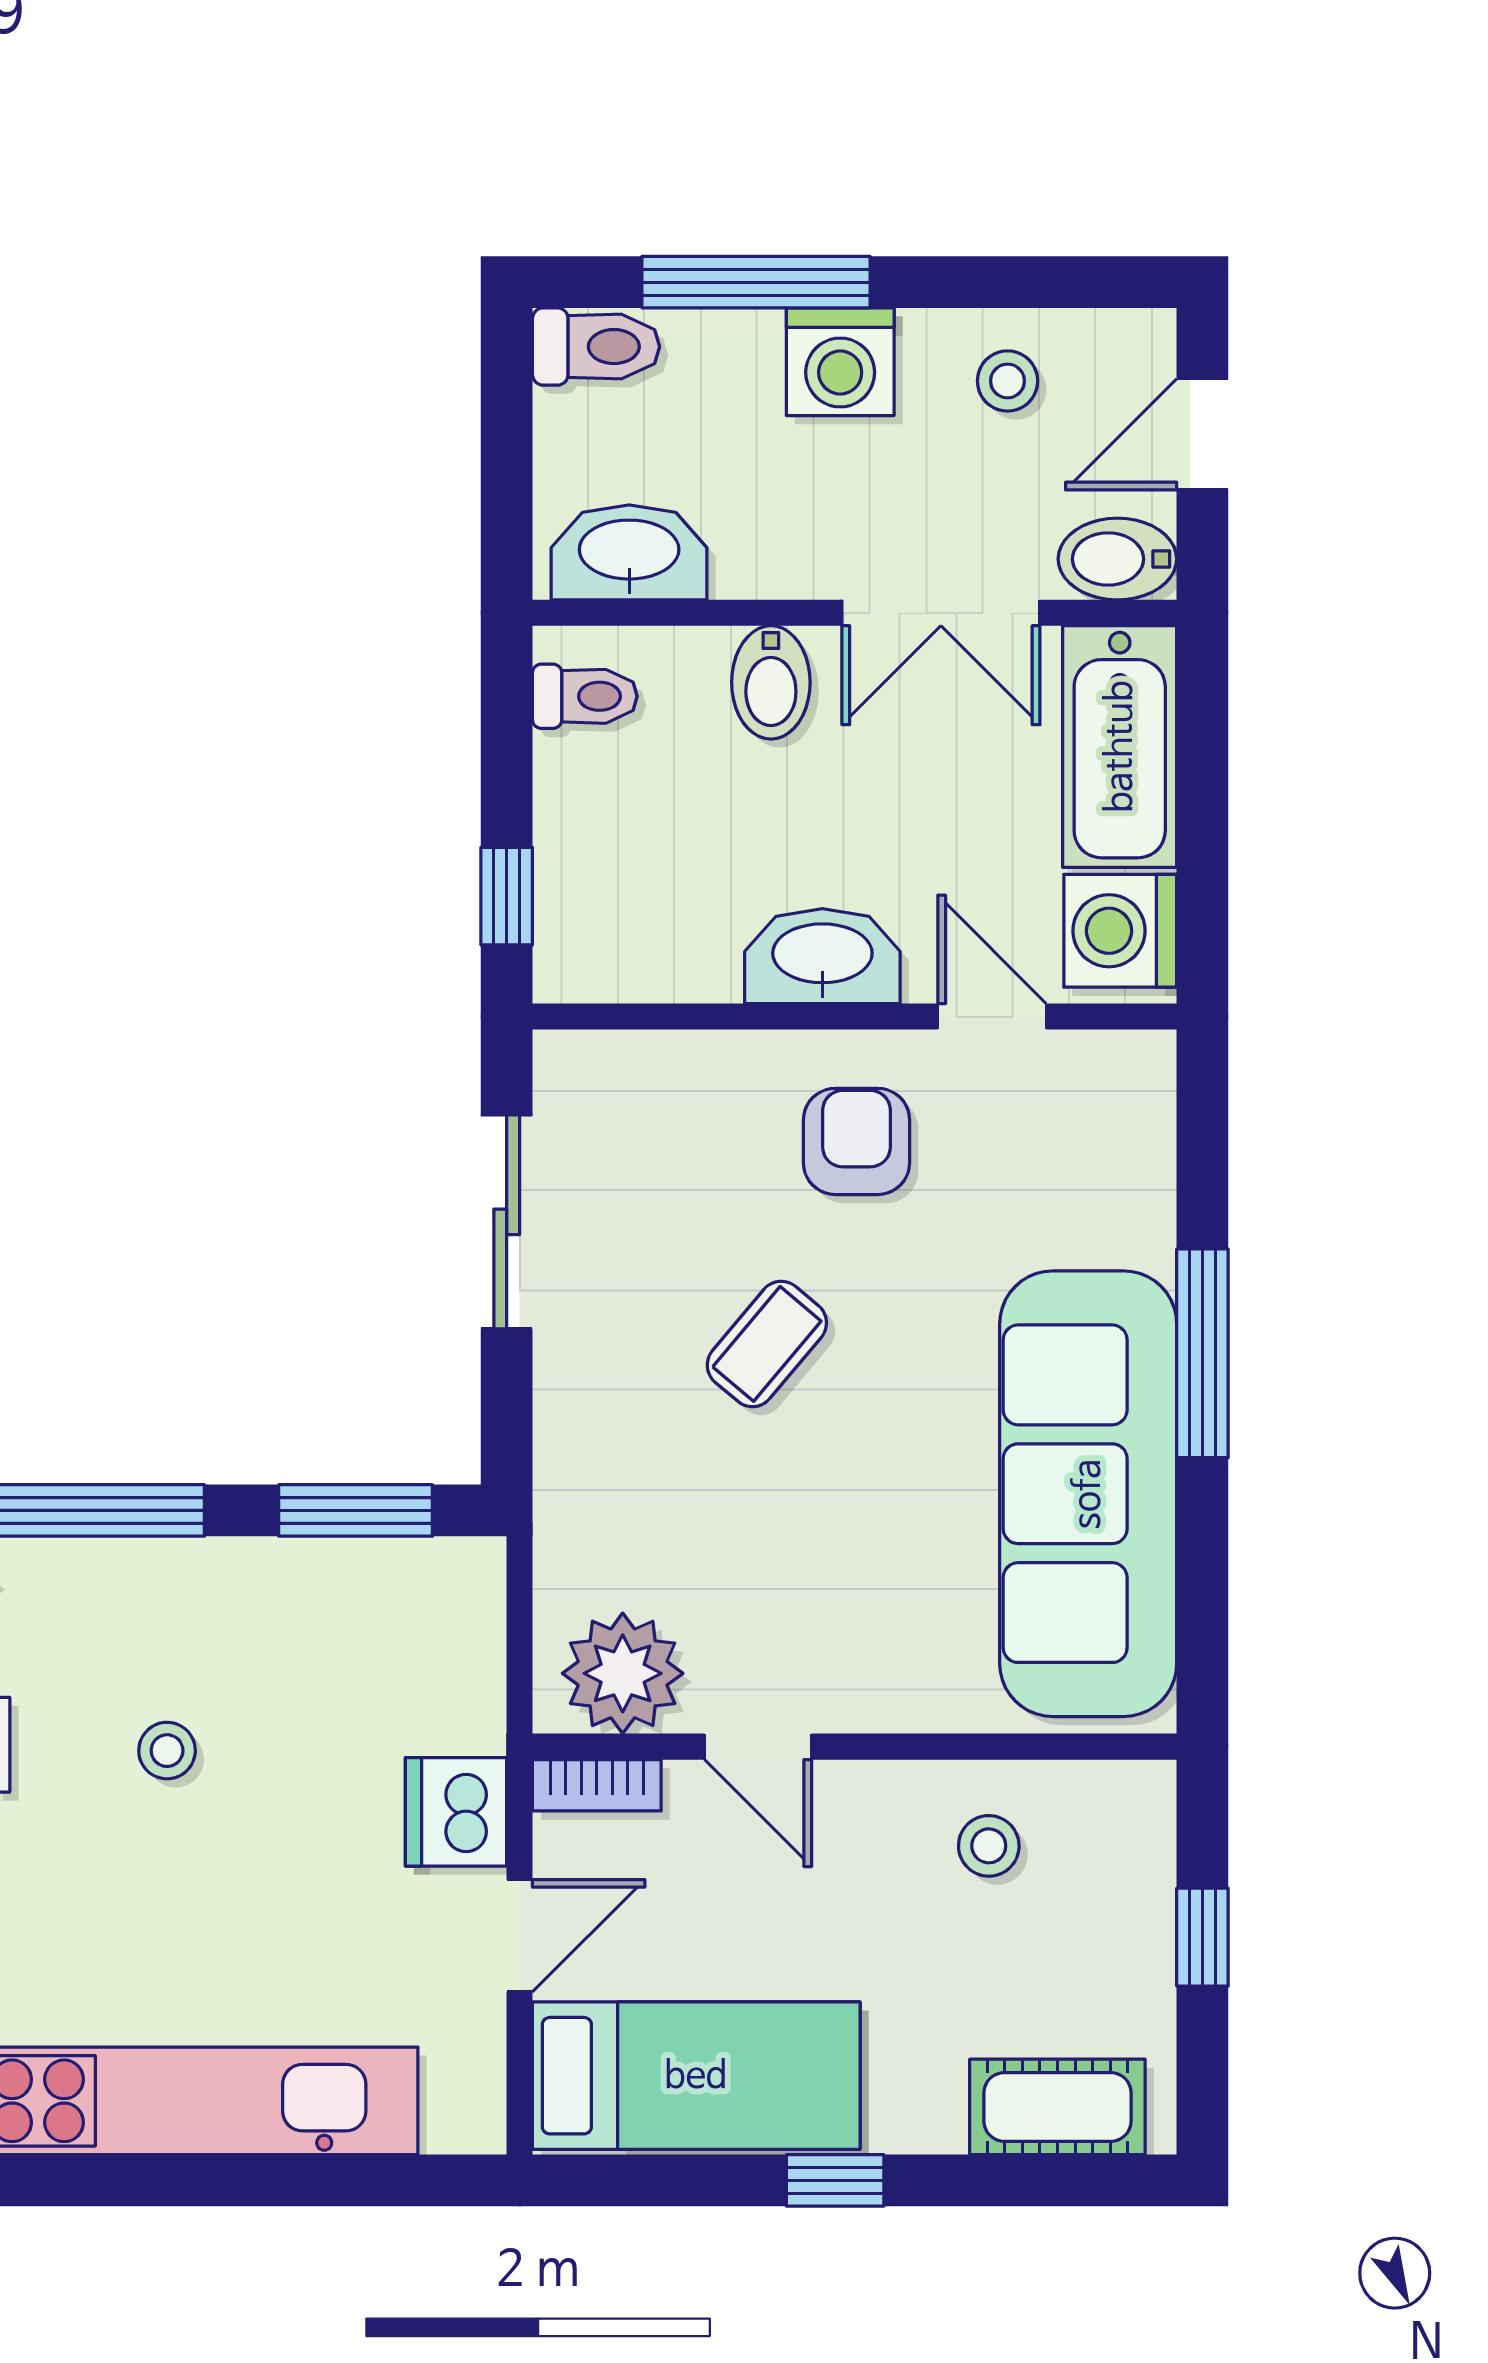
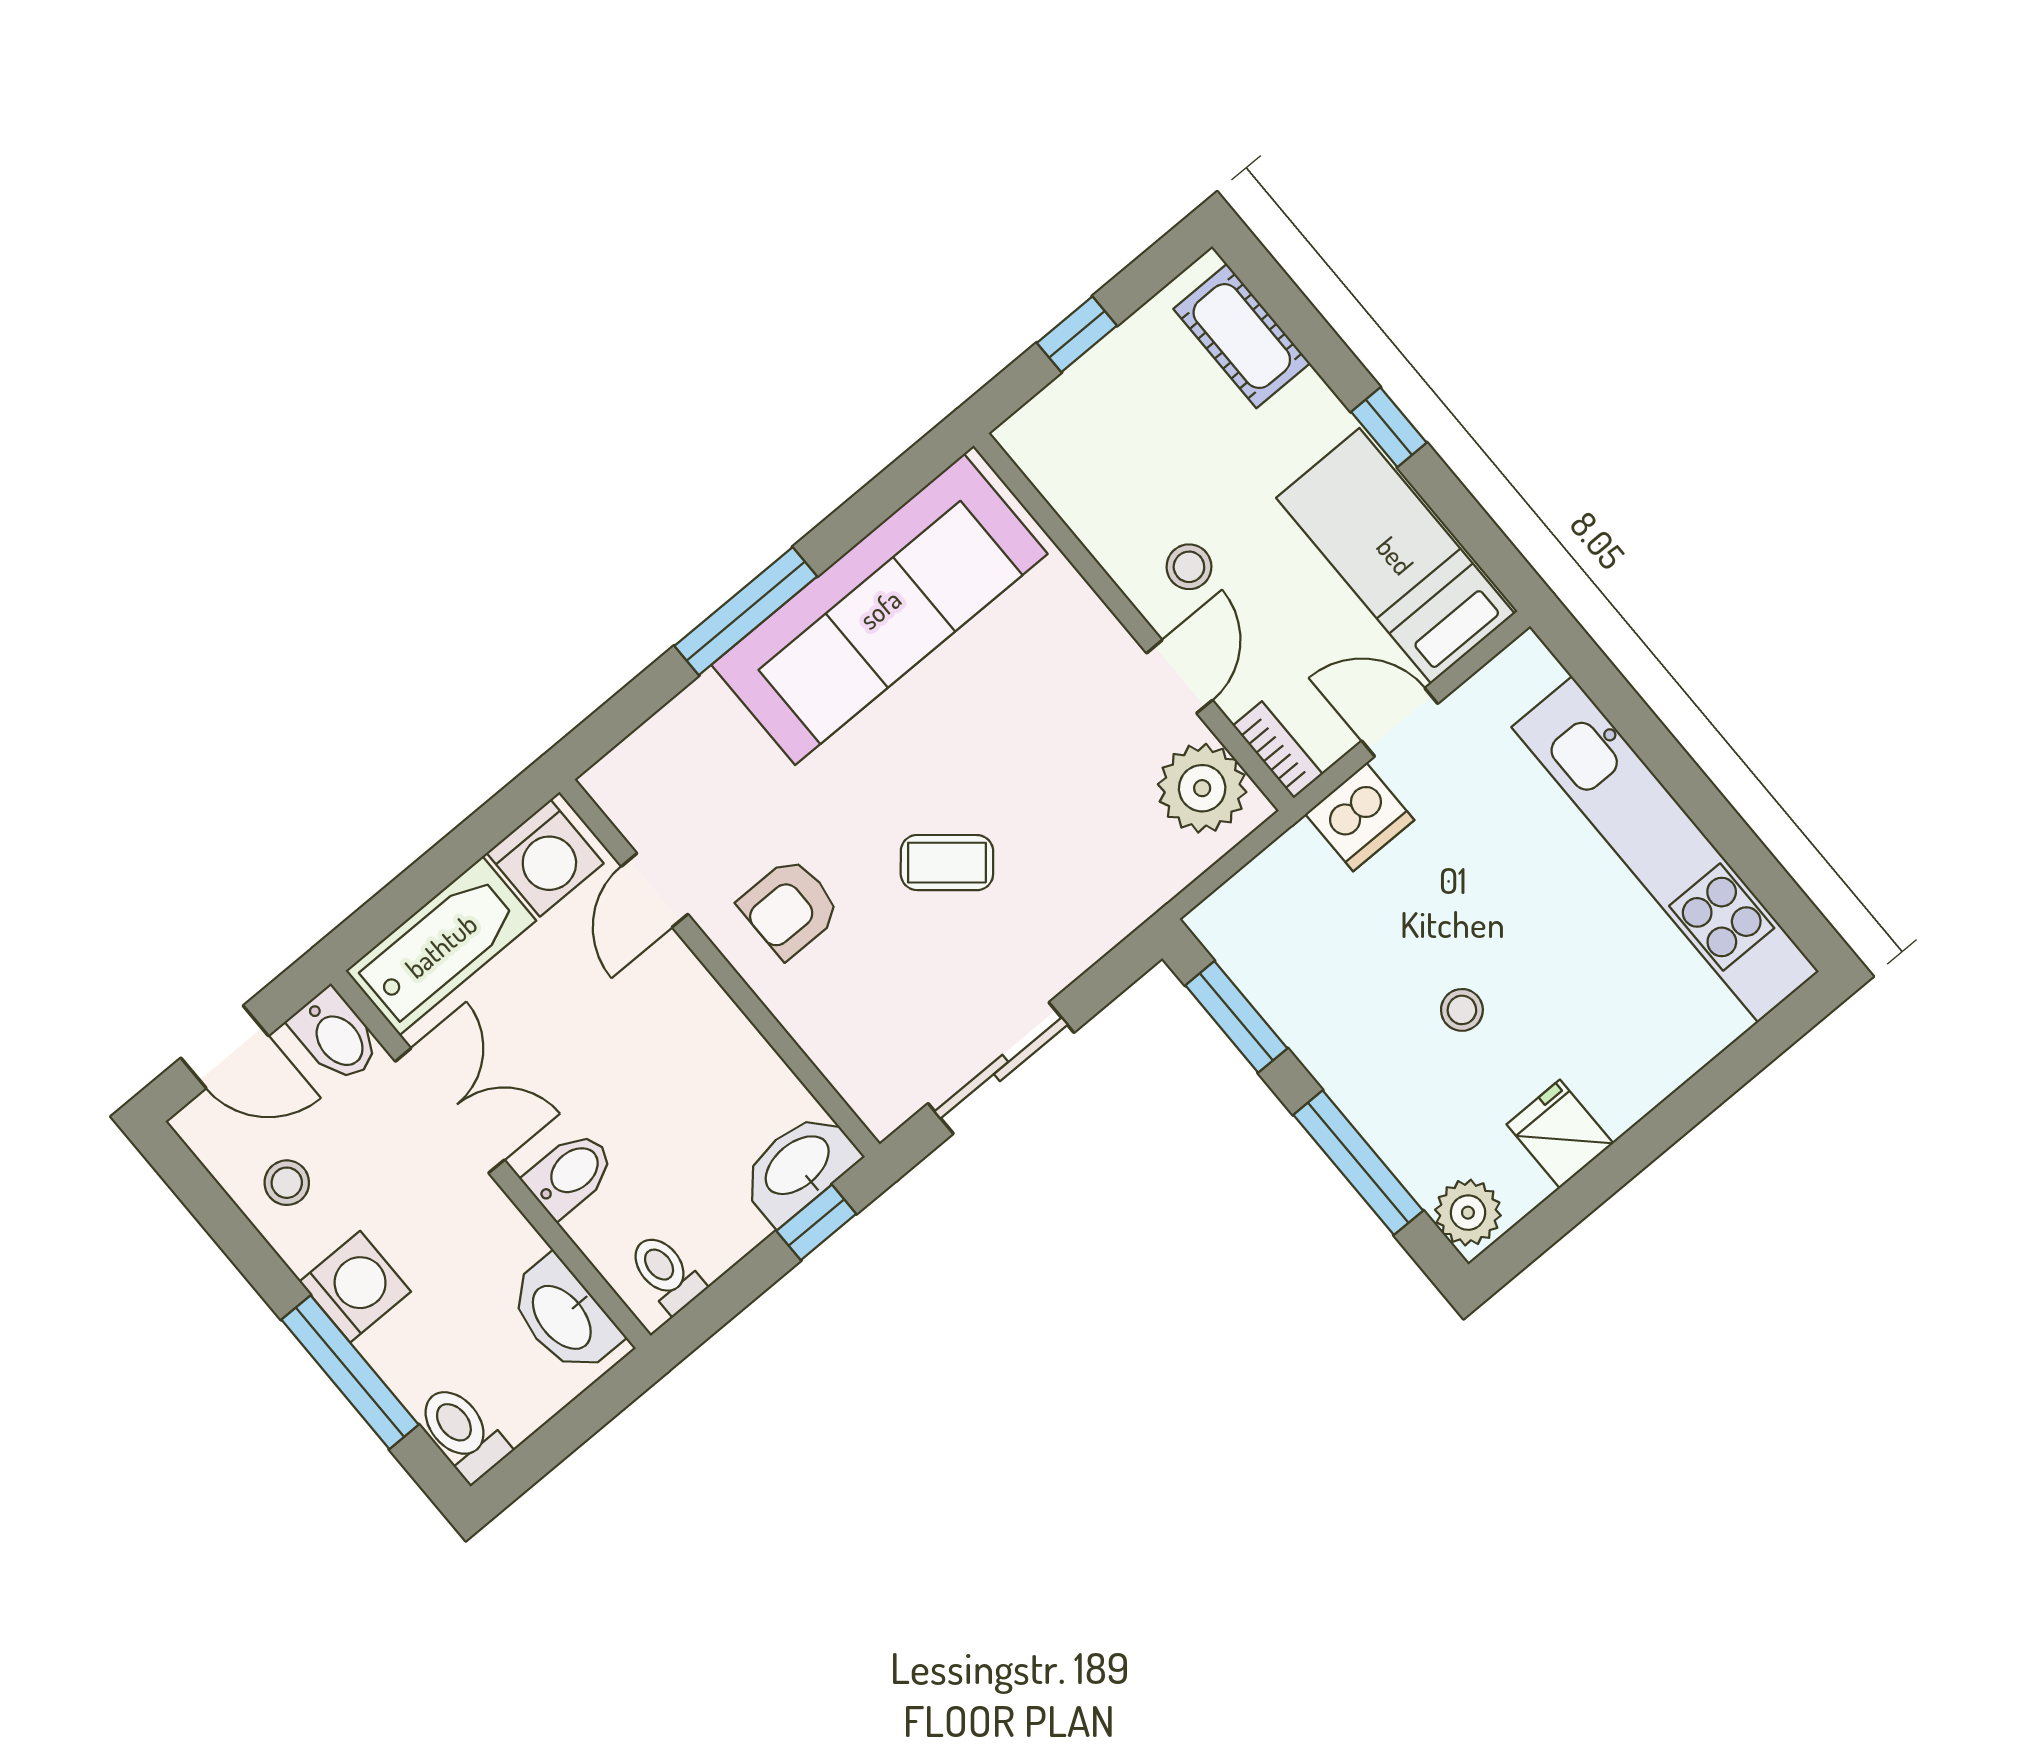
washbasin: (822, 956) -> (799, 1167), moved, turned 90
stool: (989, 1846) -> (1189, 567), moved

